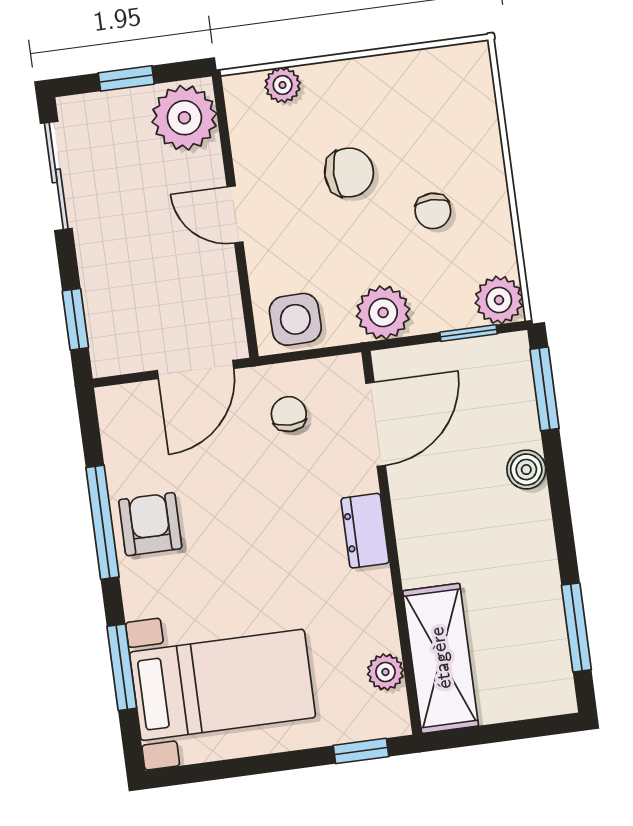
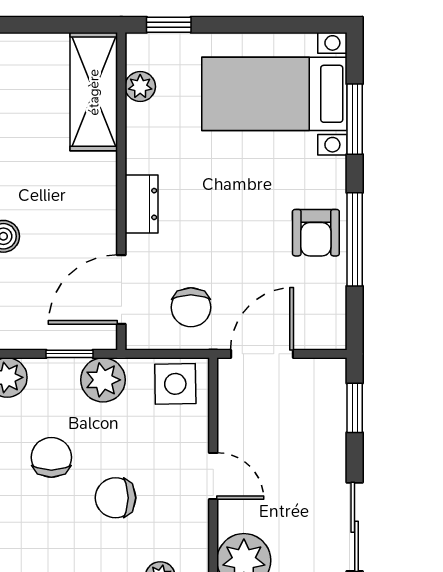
chair: (433, 211) -> (51, 457), width x1.37, depth x1.37
window: (469, 333) -> (70, 354), moved
chair: (289, 414) -> (191, 307), width x1.37, depth x1.37

